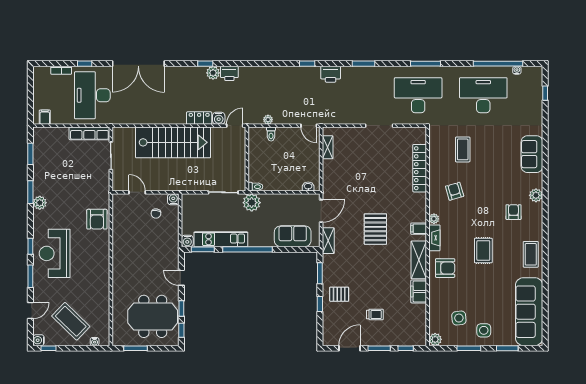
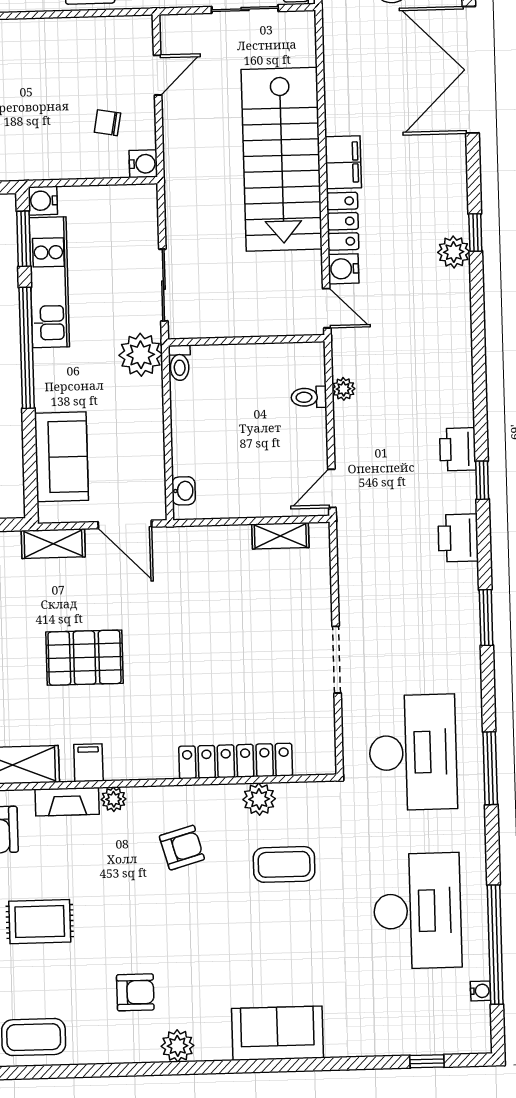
printer: (229, 73) -> (458, 449), moved
filing cabinet: (175, 117) -> (343, 162), added
plant: (436, 159) -> (259, 799), added

